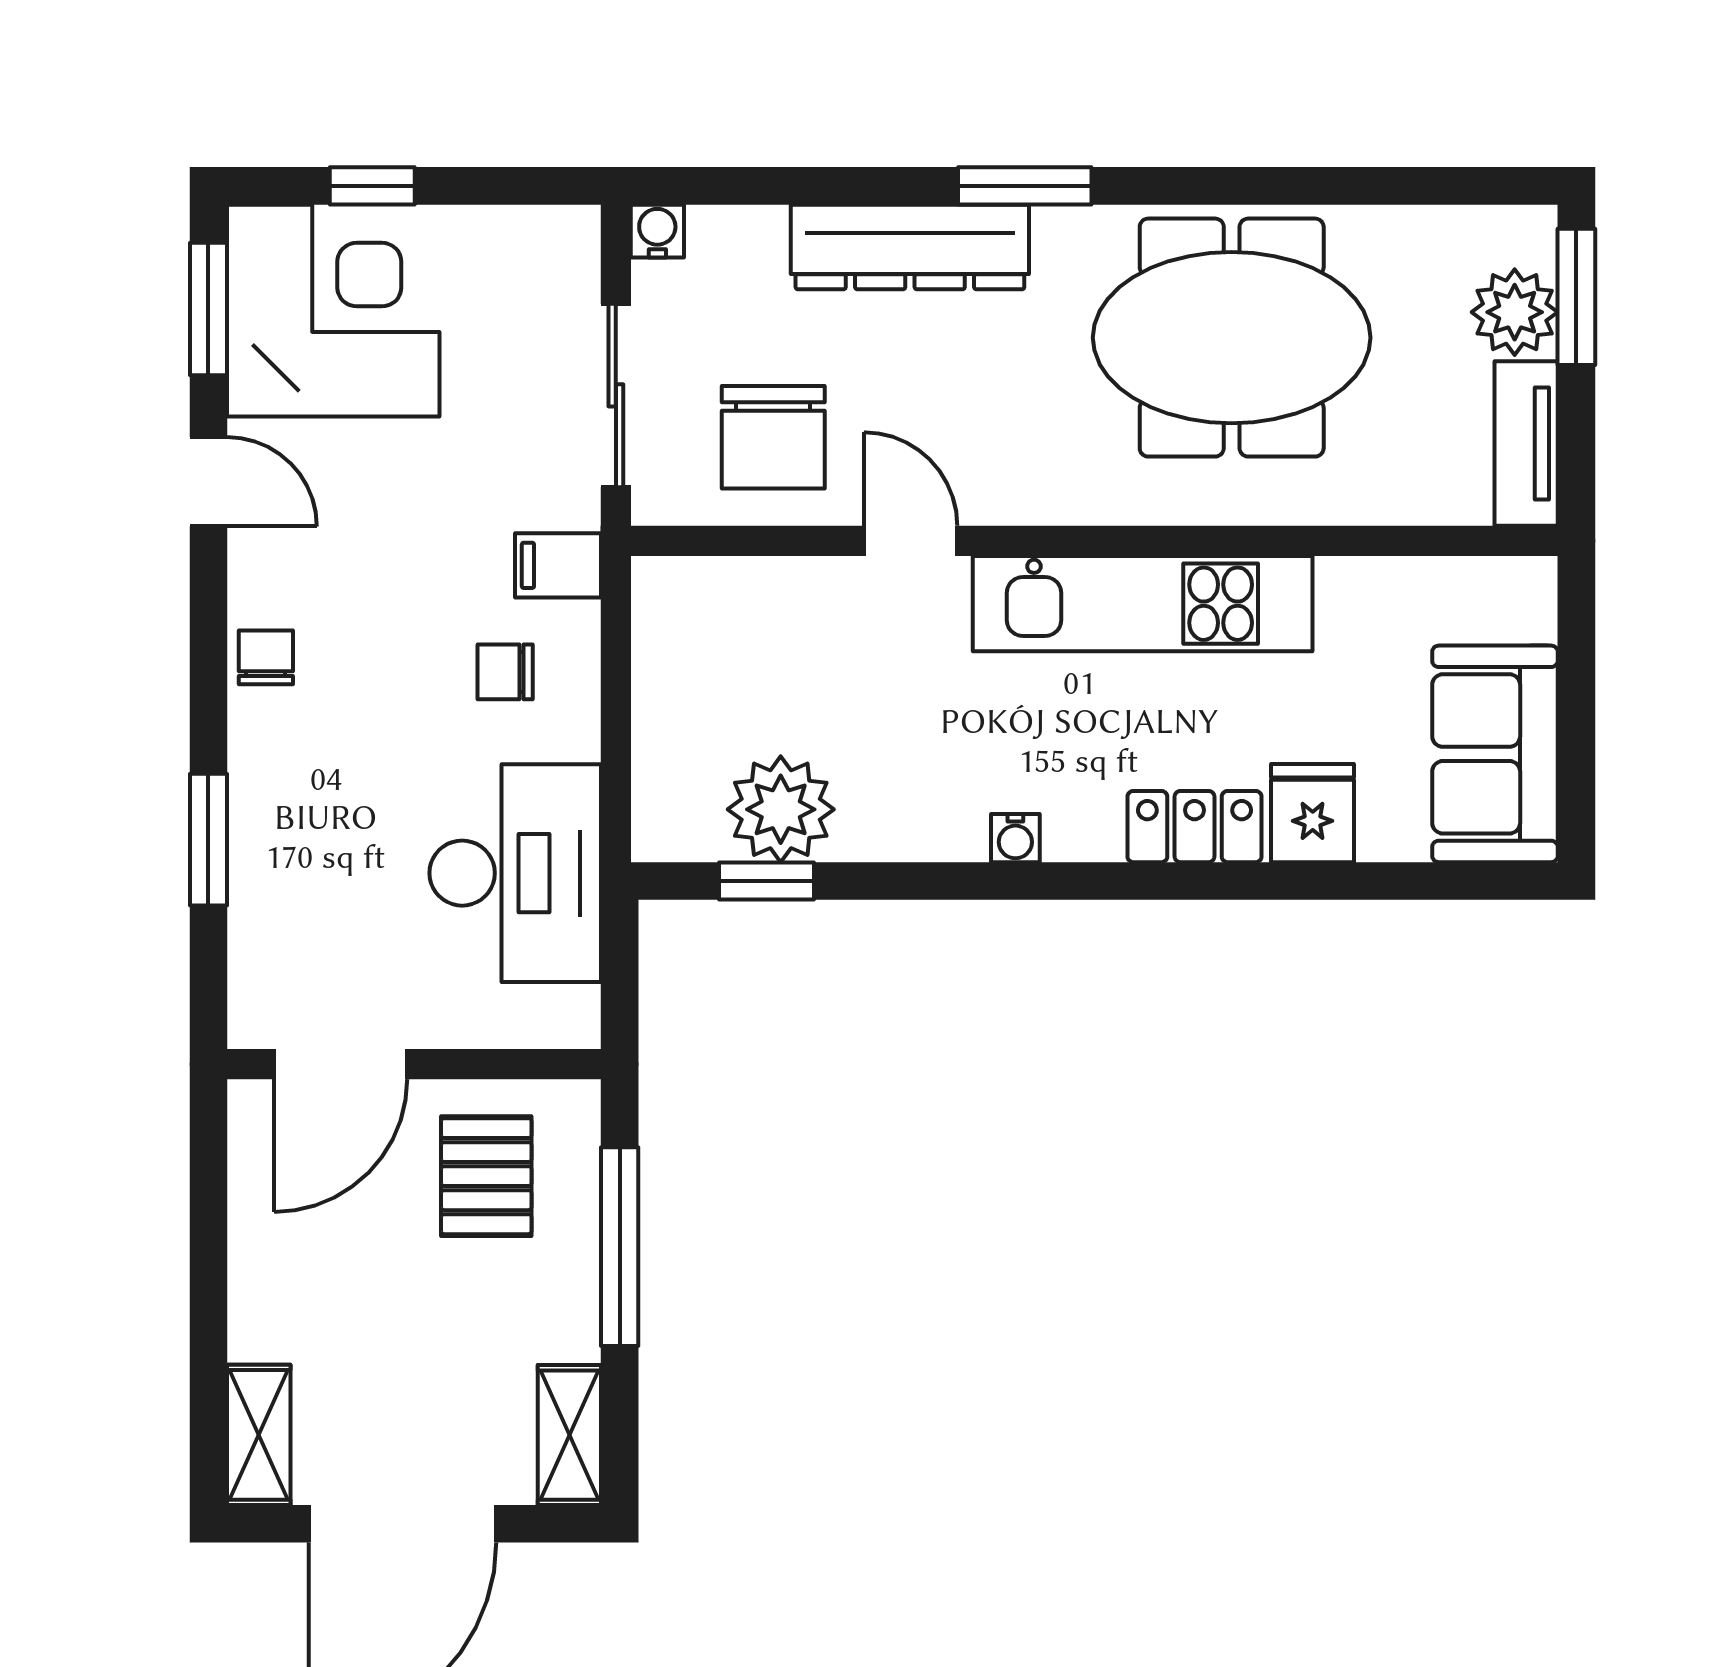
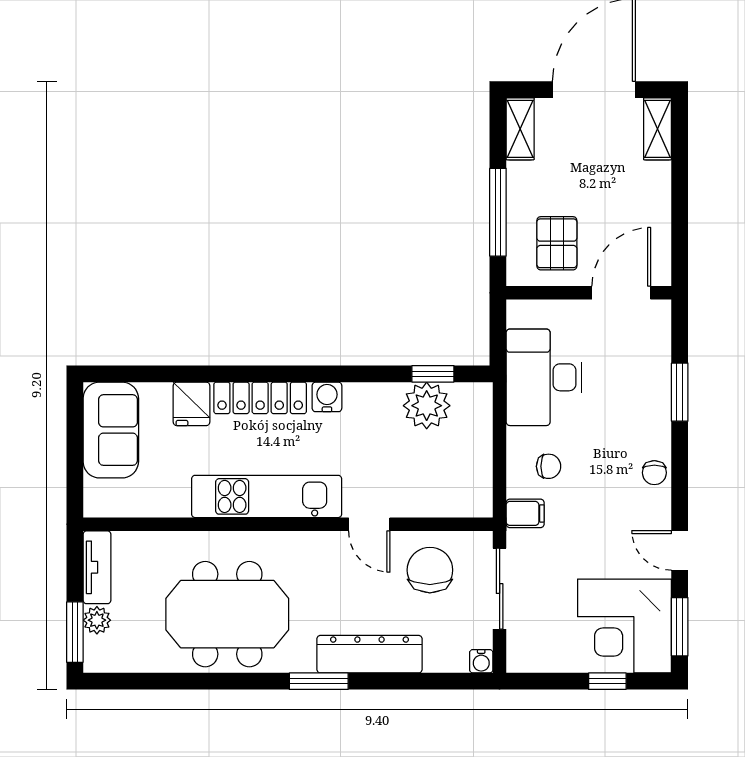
plant: (1515, 312) -> (97, 620), width x0.73, depth x0.73
locker: (1195, 827) -> (260, 398), width x1.53
water cooler: (1015, 838) -> (327, 397), width x1.38, depth x1.38

